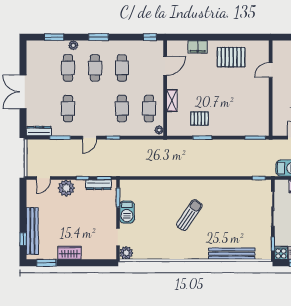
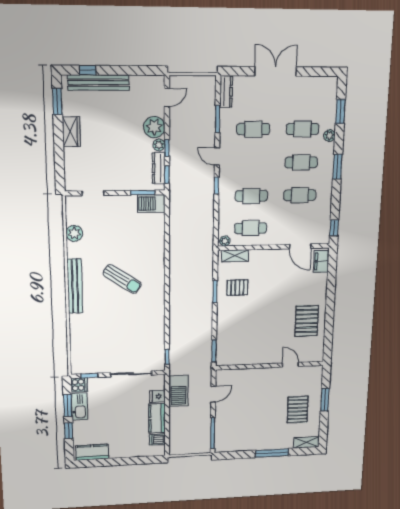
filing cabinet: (198, 47) -> (321, 261), moved
shelving: (172, 101) -> (235, 256), moved
pallet: (199, 119) -> (237, 288), turned 90
door: (43, 178) -> (167, 97), swing flipped
plant: (80, 184) -> (159, 145), added
barbecue: (127, 212) -> (151, 203), moved
plant: (126, 253) -> (74, 233), moved
bench: (232, 254) -> (75, 286), moved

